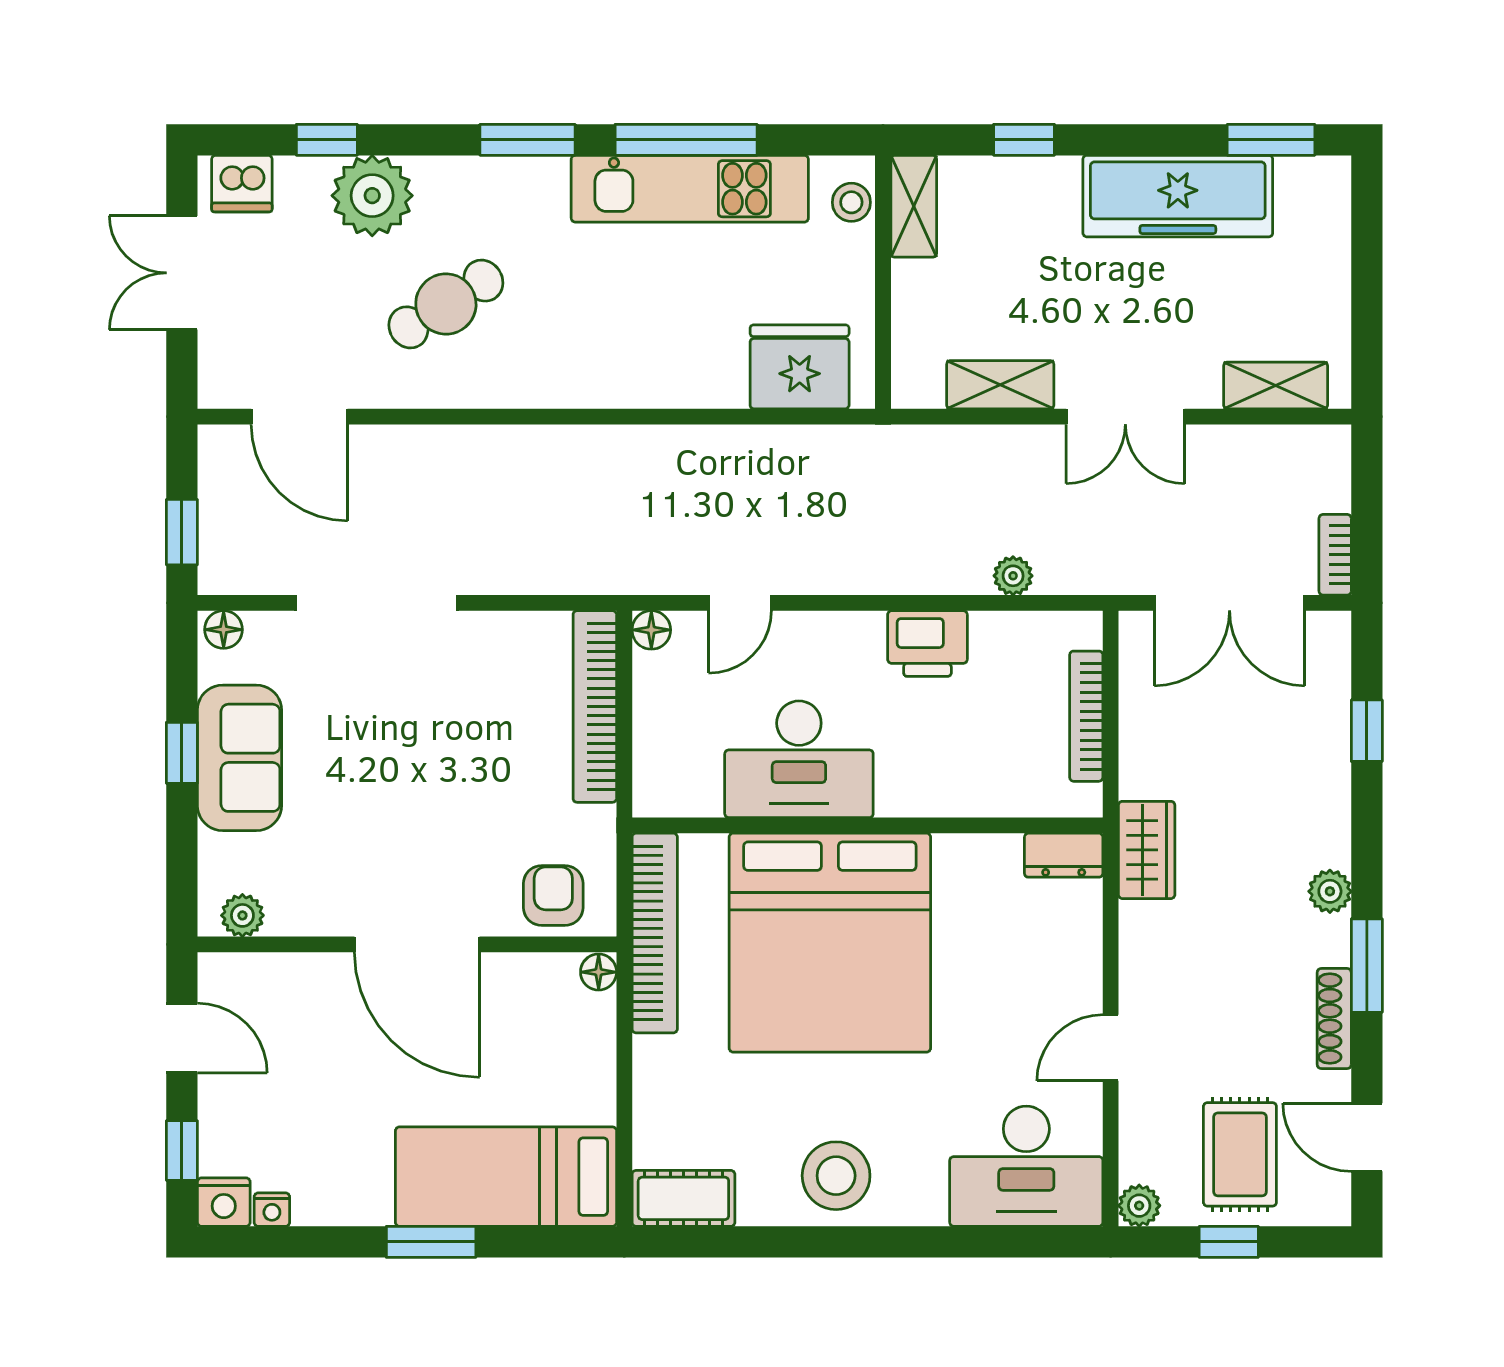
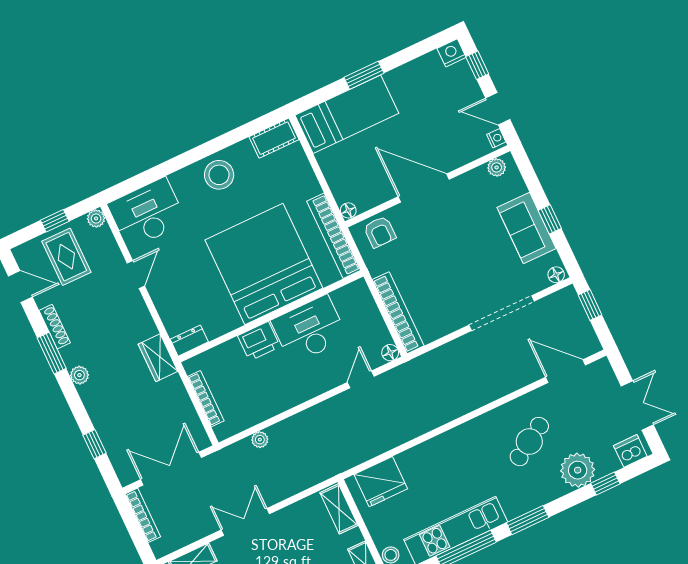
shelving: (1000, 385) -> (339, 509), moved, turned 90
bookcase: (1335, 555) -> (143, 515), width x1.56
printer: (927, 644) -> (259, 341), moved, turned 180
nightstand: (272, 1210) -> (496, 138), moved, turned 90

